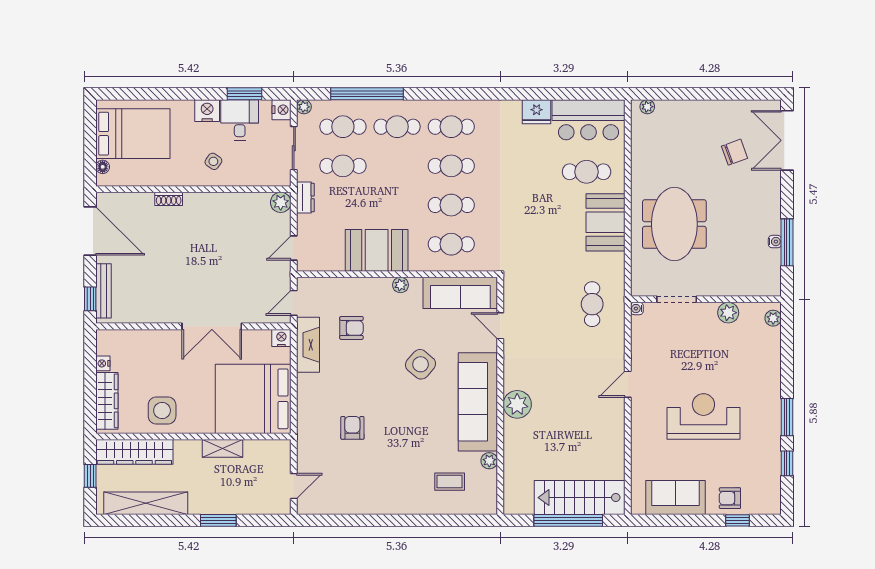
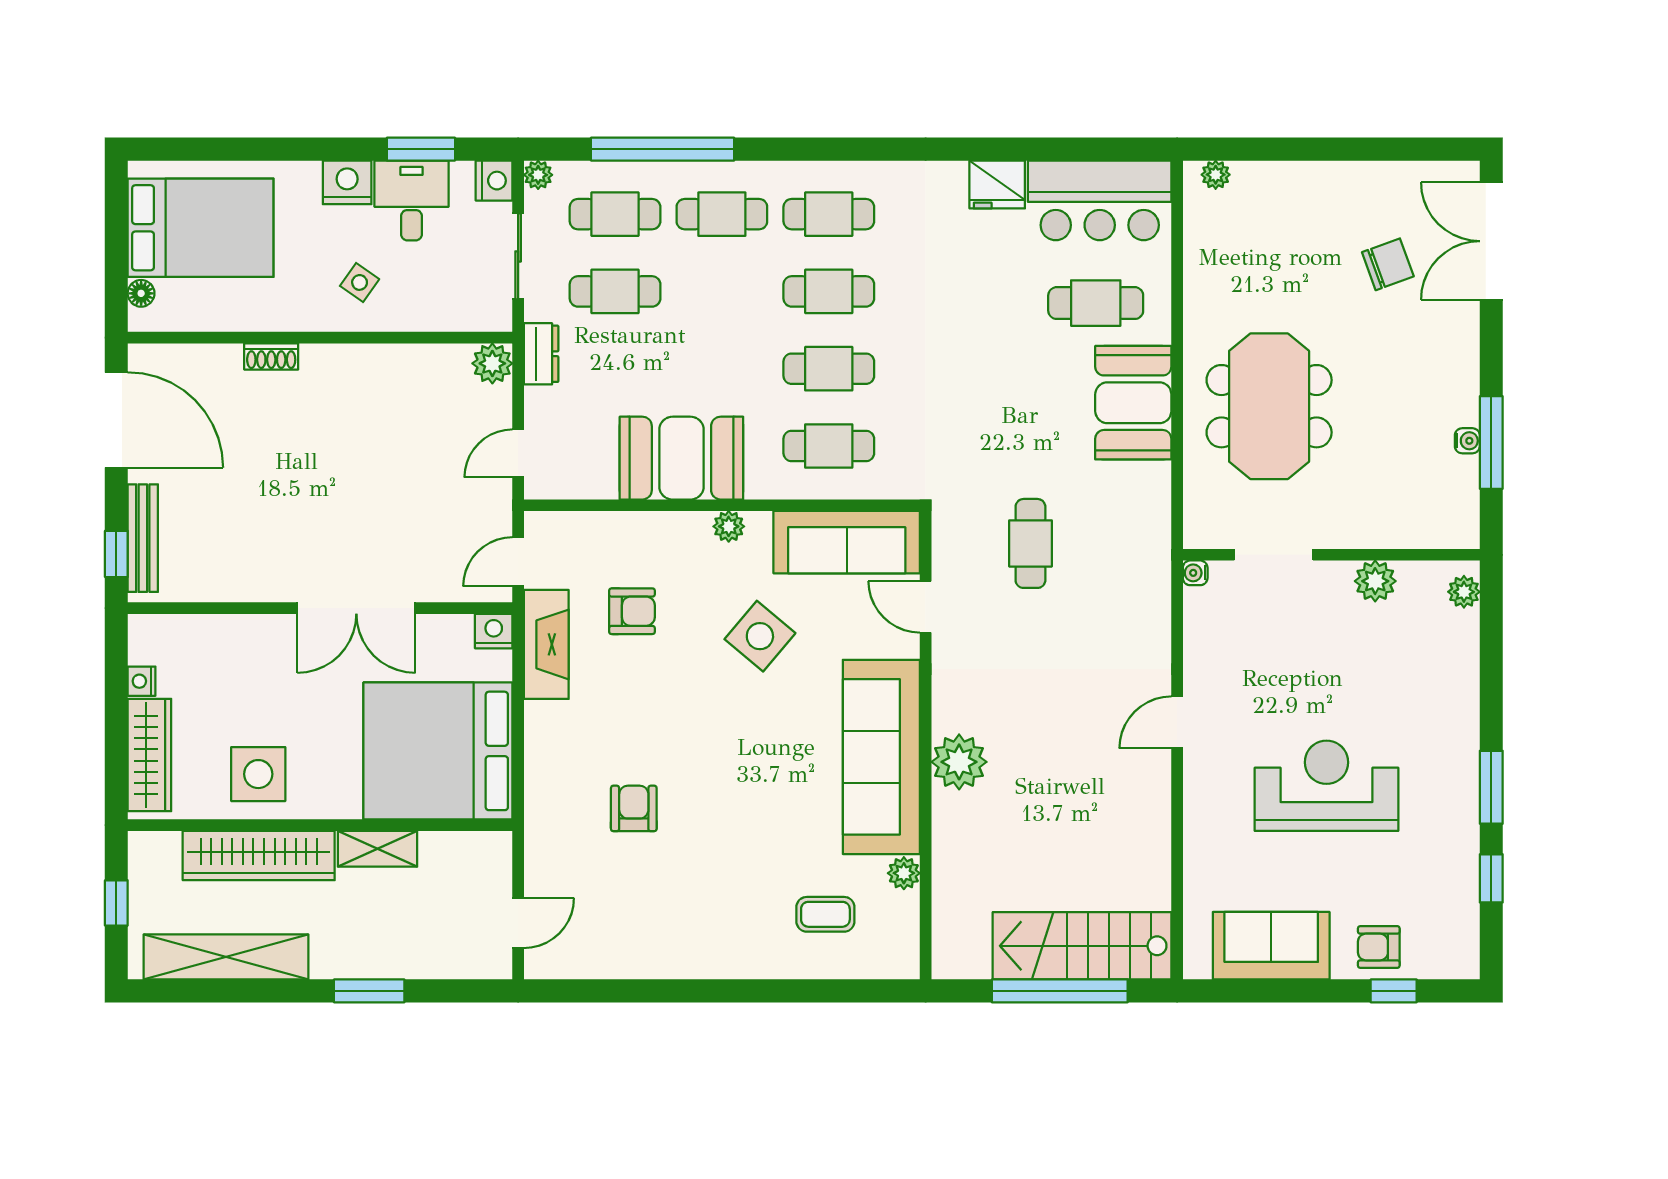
cafe table: (592, 304) -> (1030, 543), moved
side table: (421, 364) -> (760, 636), moved
wardrobe: (134, 452) -> (259, 856), moved

